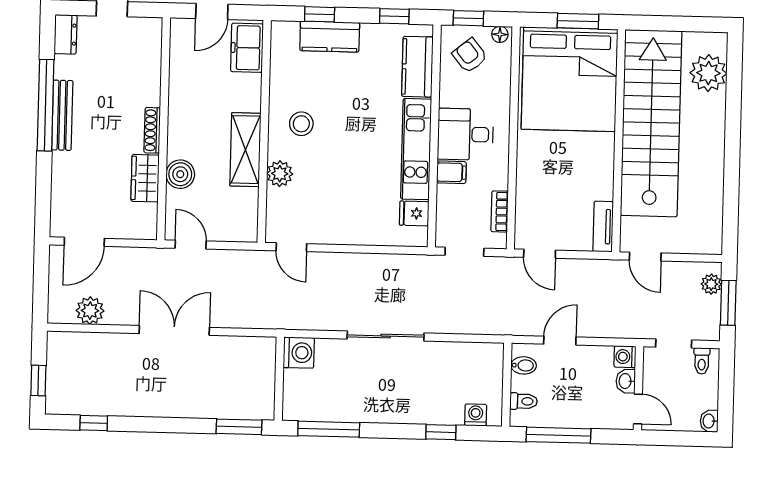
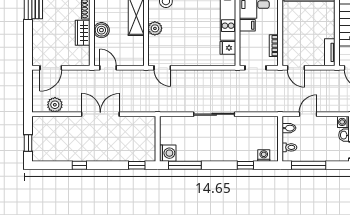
washing machine: (299, 353) -> (168, 153), moved
window: (94, 423) -> (79, 165), moved
window: (239, 427) -> (137, 165), width x0.67

